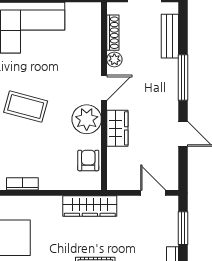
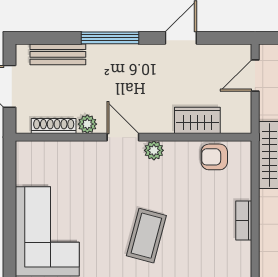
plant: (87, 119) -> (154, 150), width x0.53, depth x0.53
wardrobe: (117, 128) -> (197, 120), moved
bookcase: (22, 184) -> (244, 221), moved

